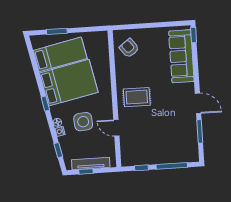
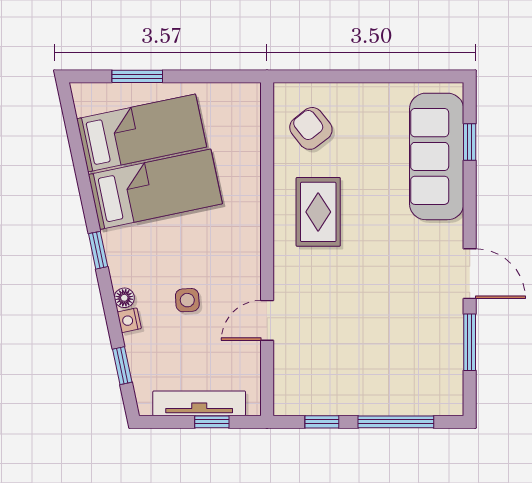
window: (194, 35) -> (470, 142), moved
bed: (69, 83) -> (155, 189), width x0.67
rug: (137, 97) -> (318, 212), moved, turned 90
side table: (83, 122) -> (187, 300), width x0.54, depth x0.54
door: (116, 128) -> (267, 320), hinge flipped
window: (86, 171) -> (212, 422), moved

